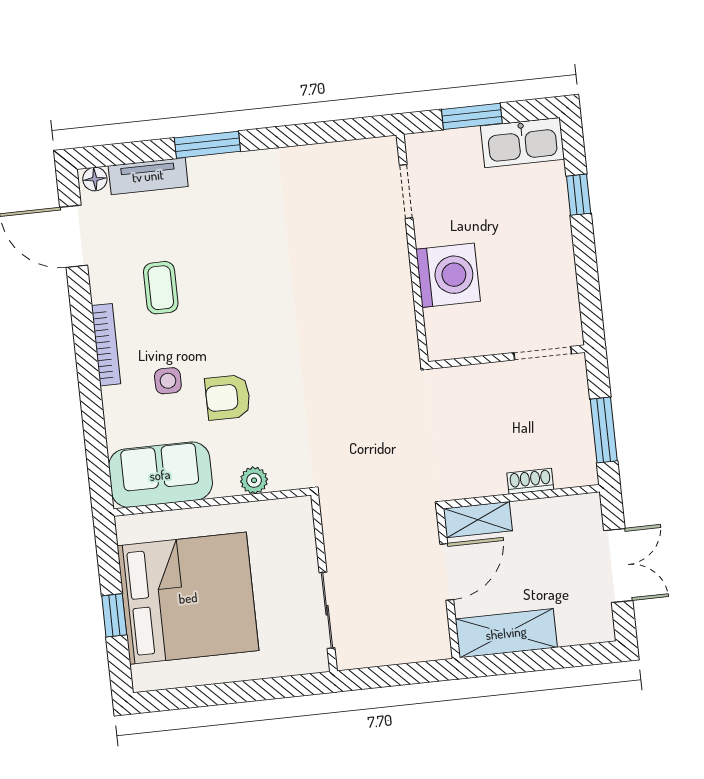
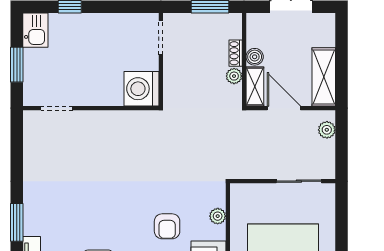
kitchen sink: (522, 143) -> (35, 30), width x0.73
washing machine: (448, 275) -> (141, 89), moved, turned -90
plant: (492, 483) -> (234, 76), added
boiler: (528, 514) -> (255, 57), added
plant: (418, 648) -> (327, 130), added

